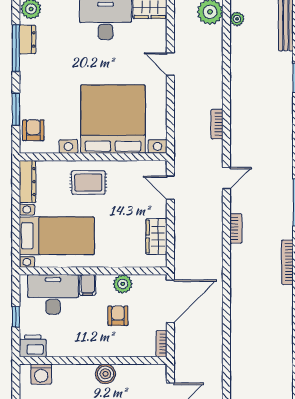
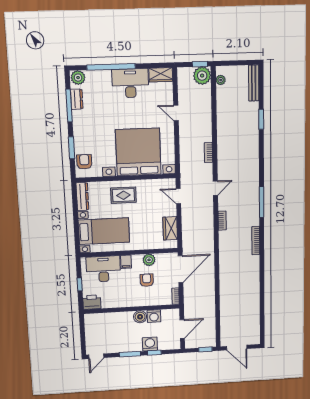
washing machine: (41, 374) -> (154, 316), moved

